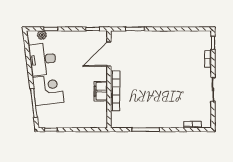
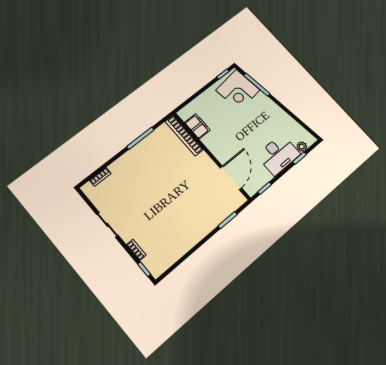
desk: (43, 59) -> (278, 155), moved, turned 97
corner desk: (48, 90) -> (238, 90), moved
filing cabinet: (101, 91) -> (197, 126), moved
bookcase: (115, 91) -> (184, 135), moved

